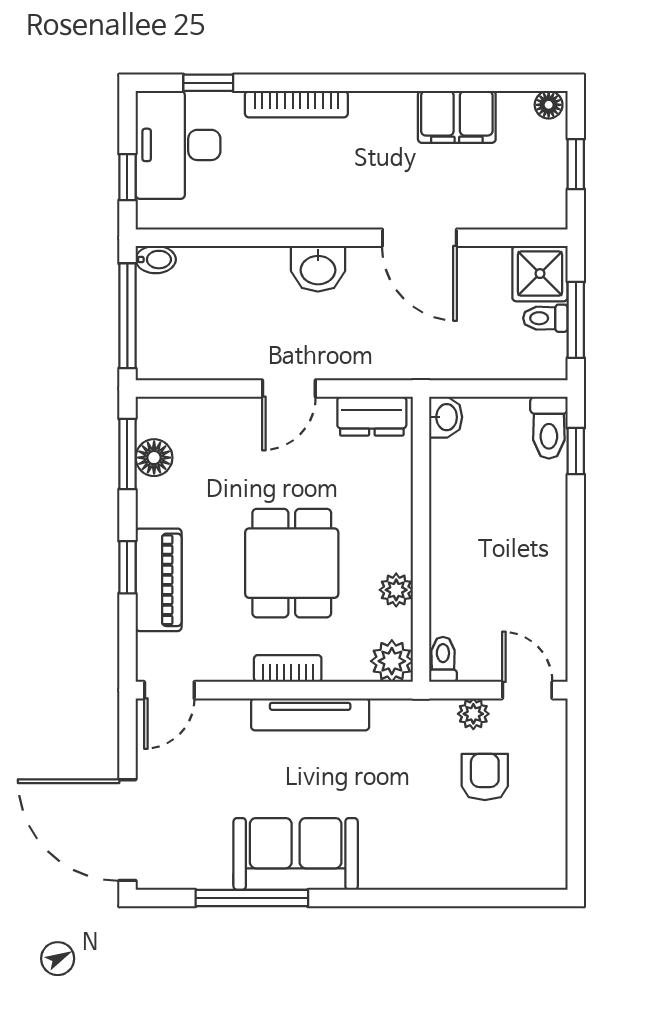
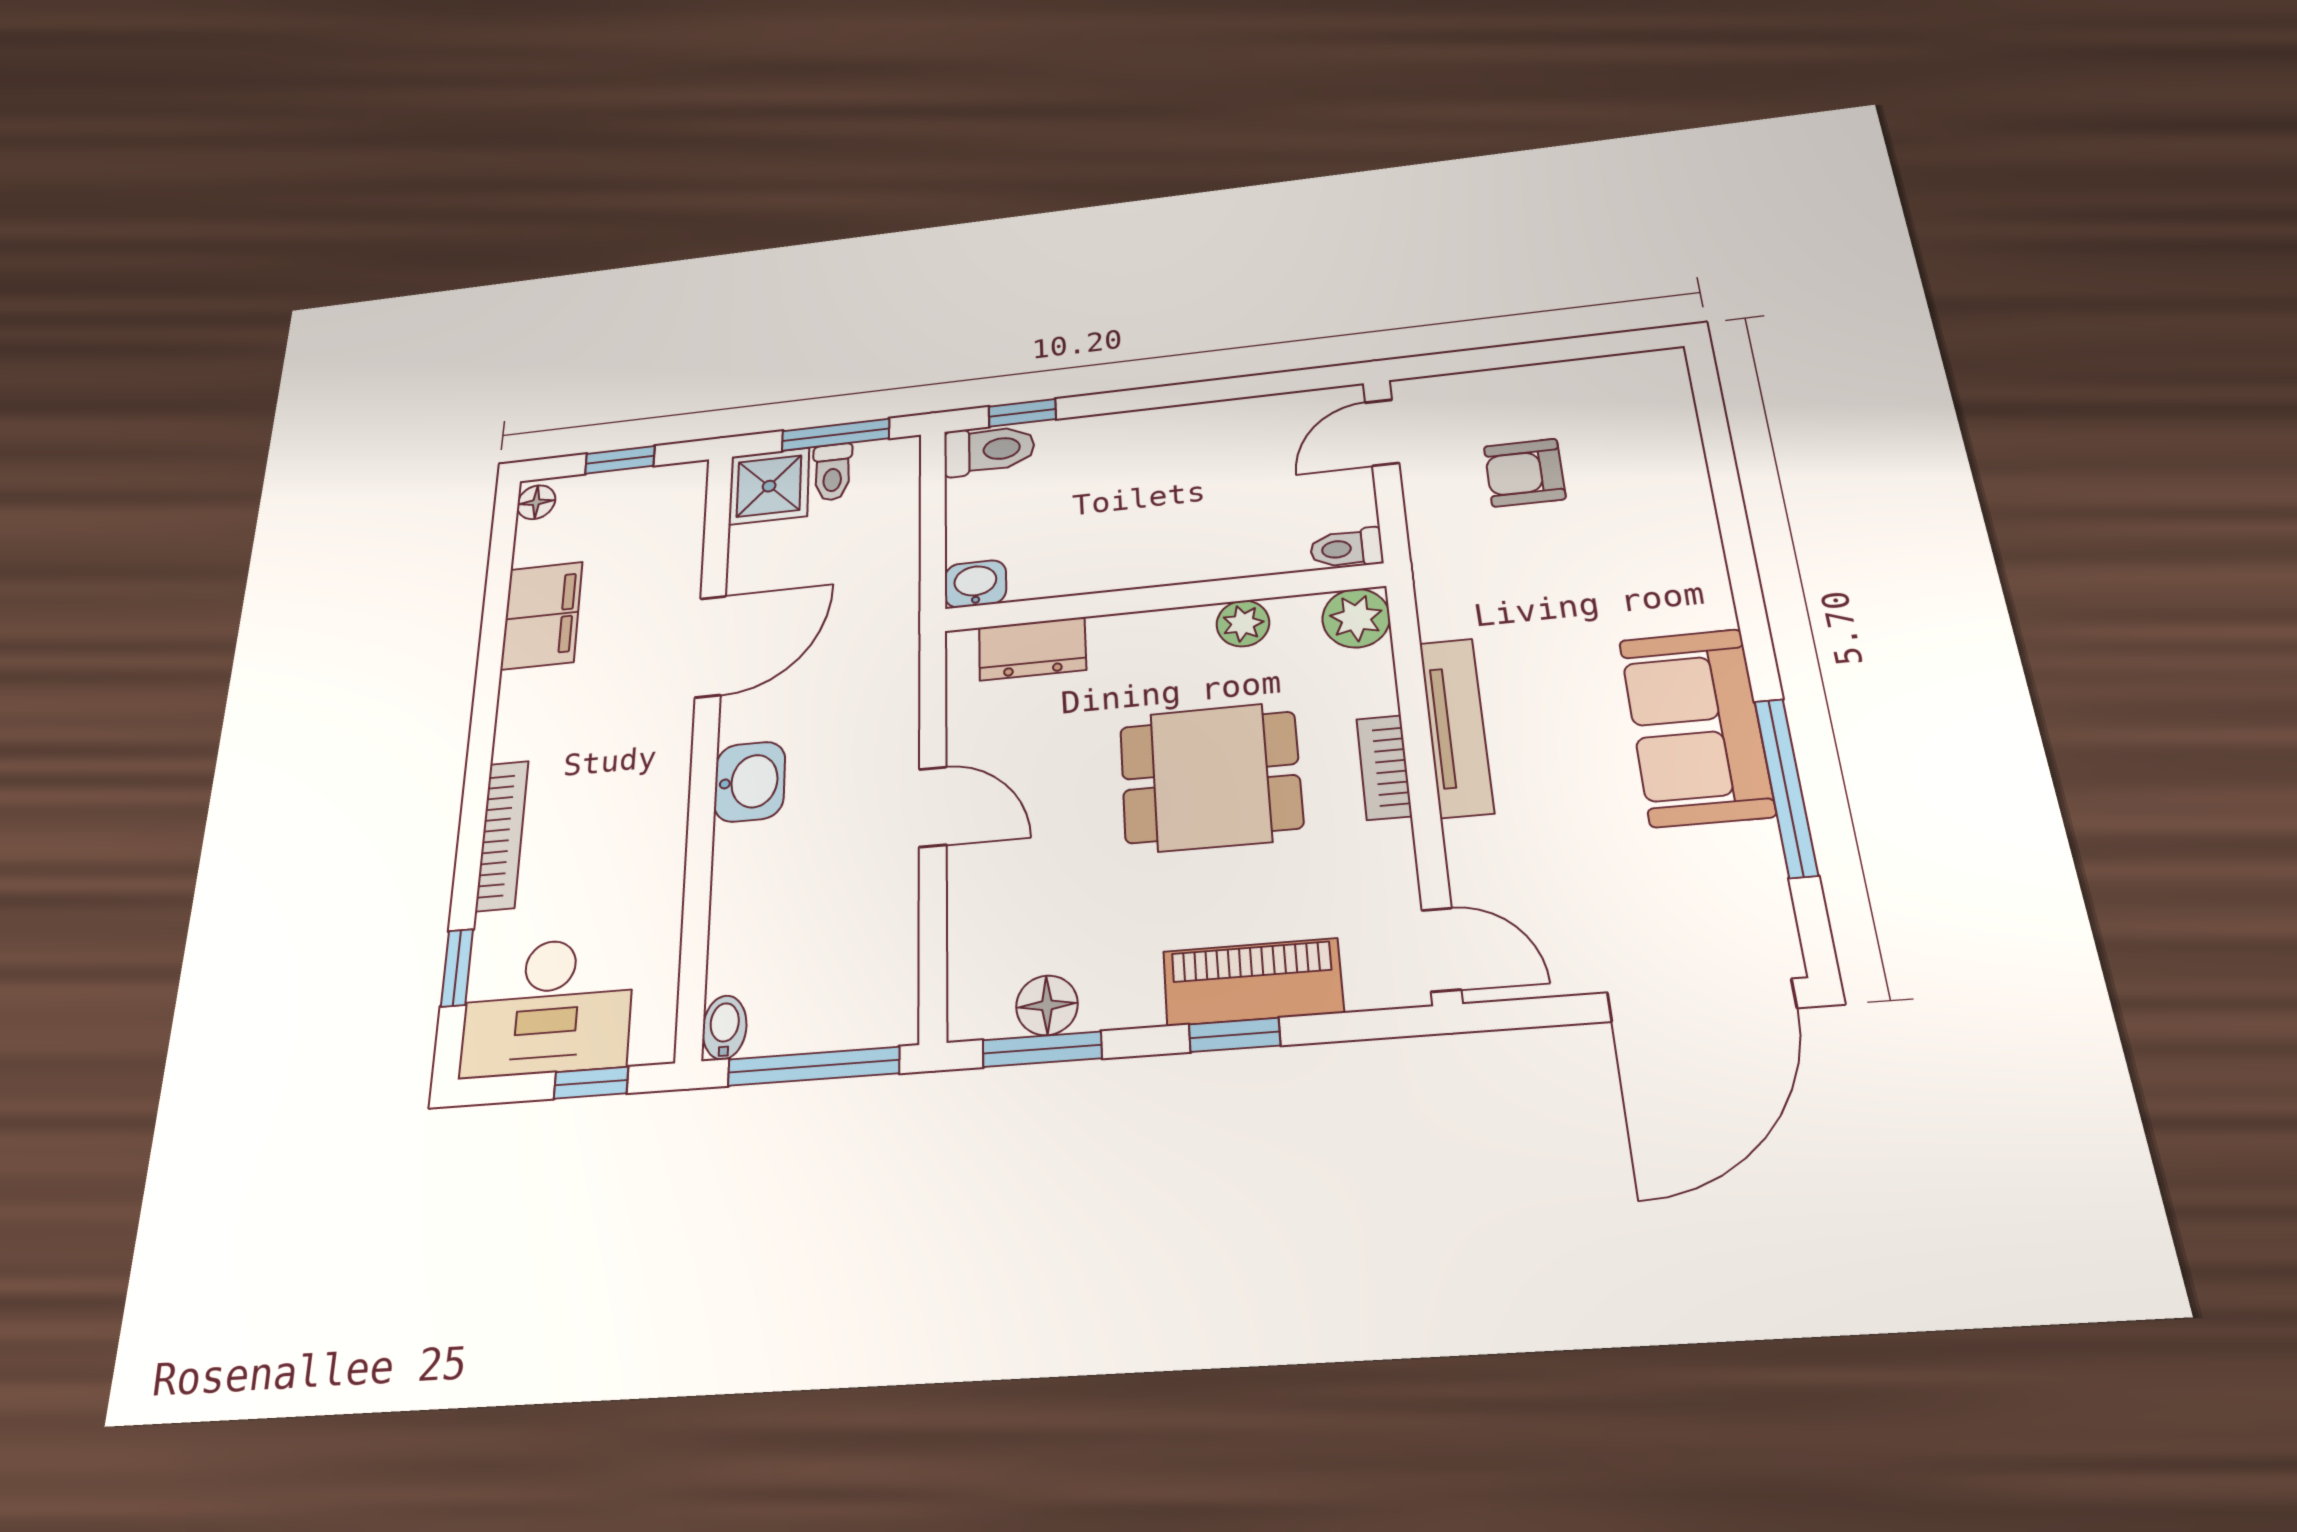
dresser: (372, 416) -> (1032, 649), moved, turned 90
plant: (473, 714) -> (1427, 499), removed

